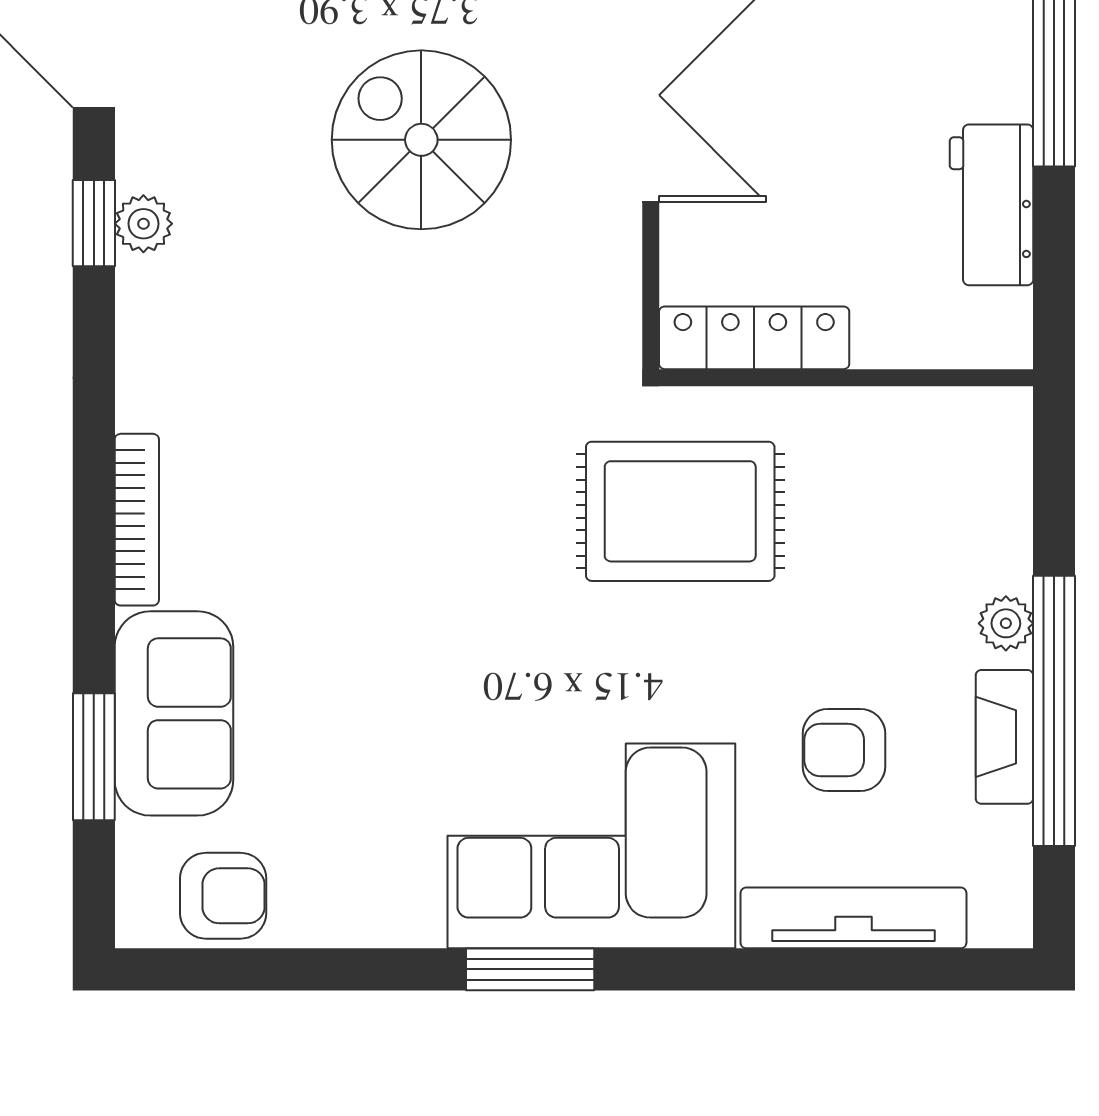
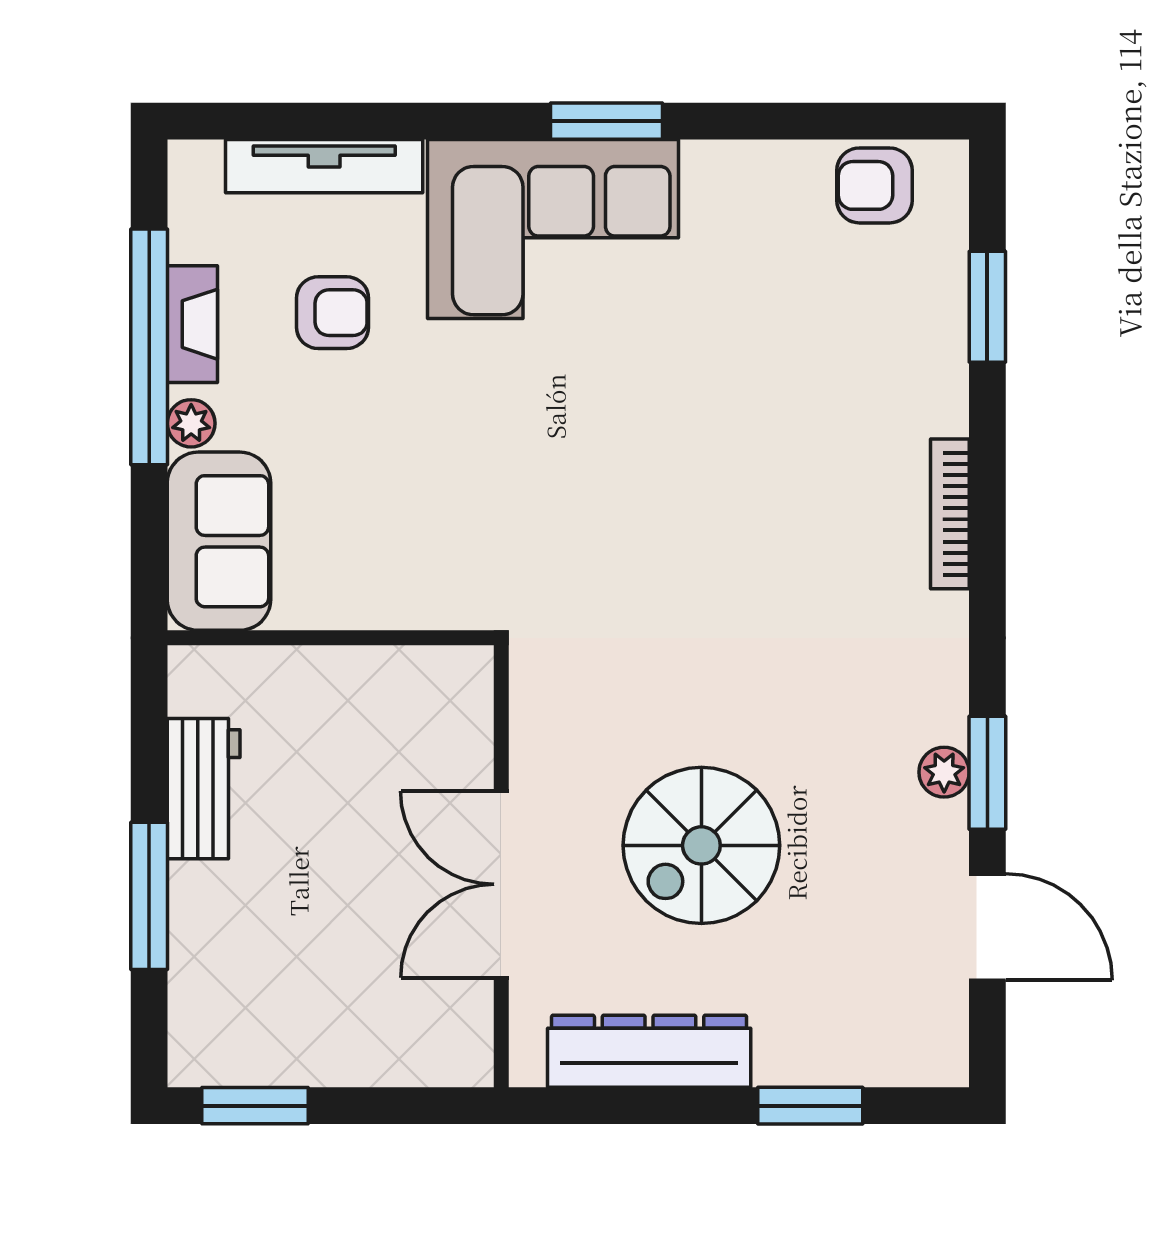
spiral stairs: (421, 140) -> (701, 845), turned 90
window: (94, 223) -> (987, 773), width x1.50
locker: (754, 338) -> (411, 673), removed
rug: (680, 511) -> (475, 521), removed
sofa: (174, 713) -> (219, 541), moved, turned 180

